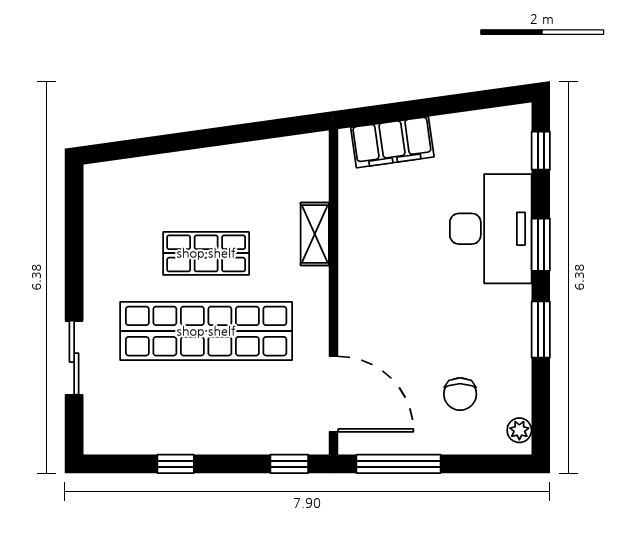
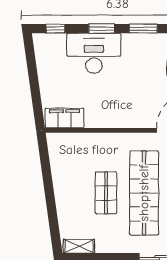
filing cabinet: (392, 142) -> (65, 118), moved, turned -82
shelving: (315, 234) -> (79, 246), moved

